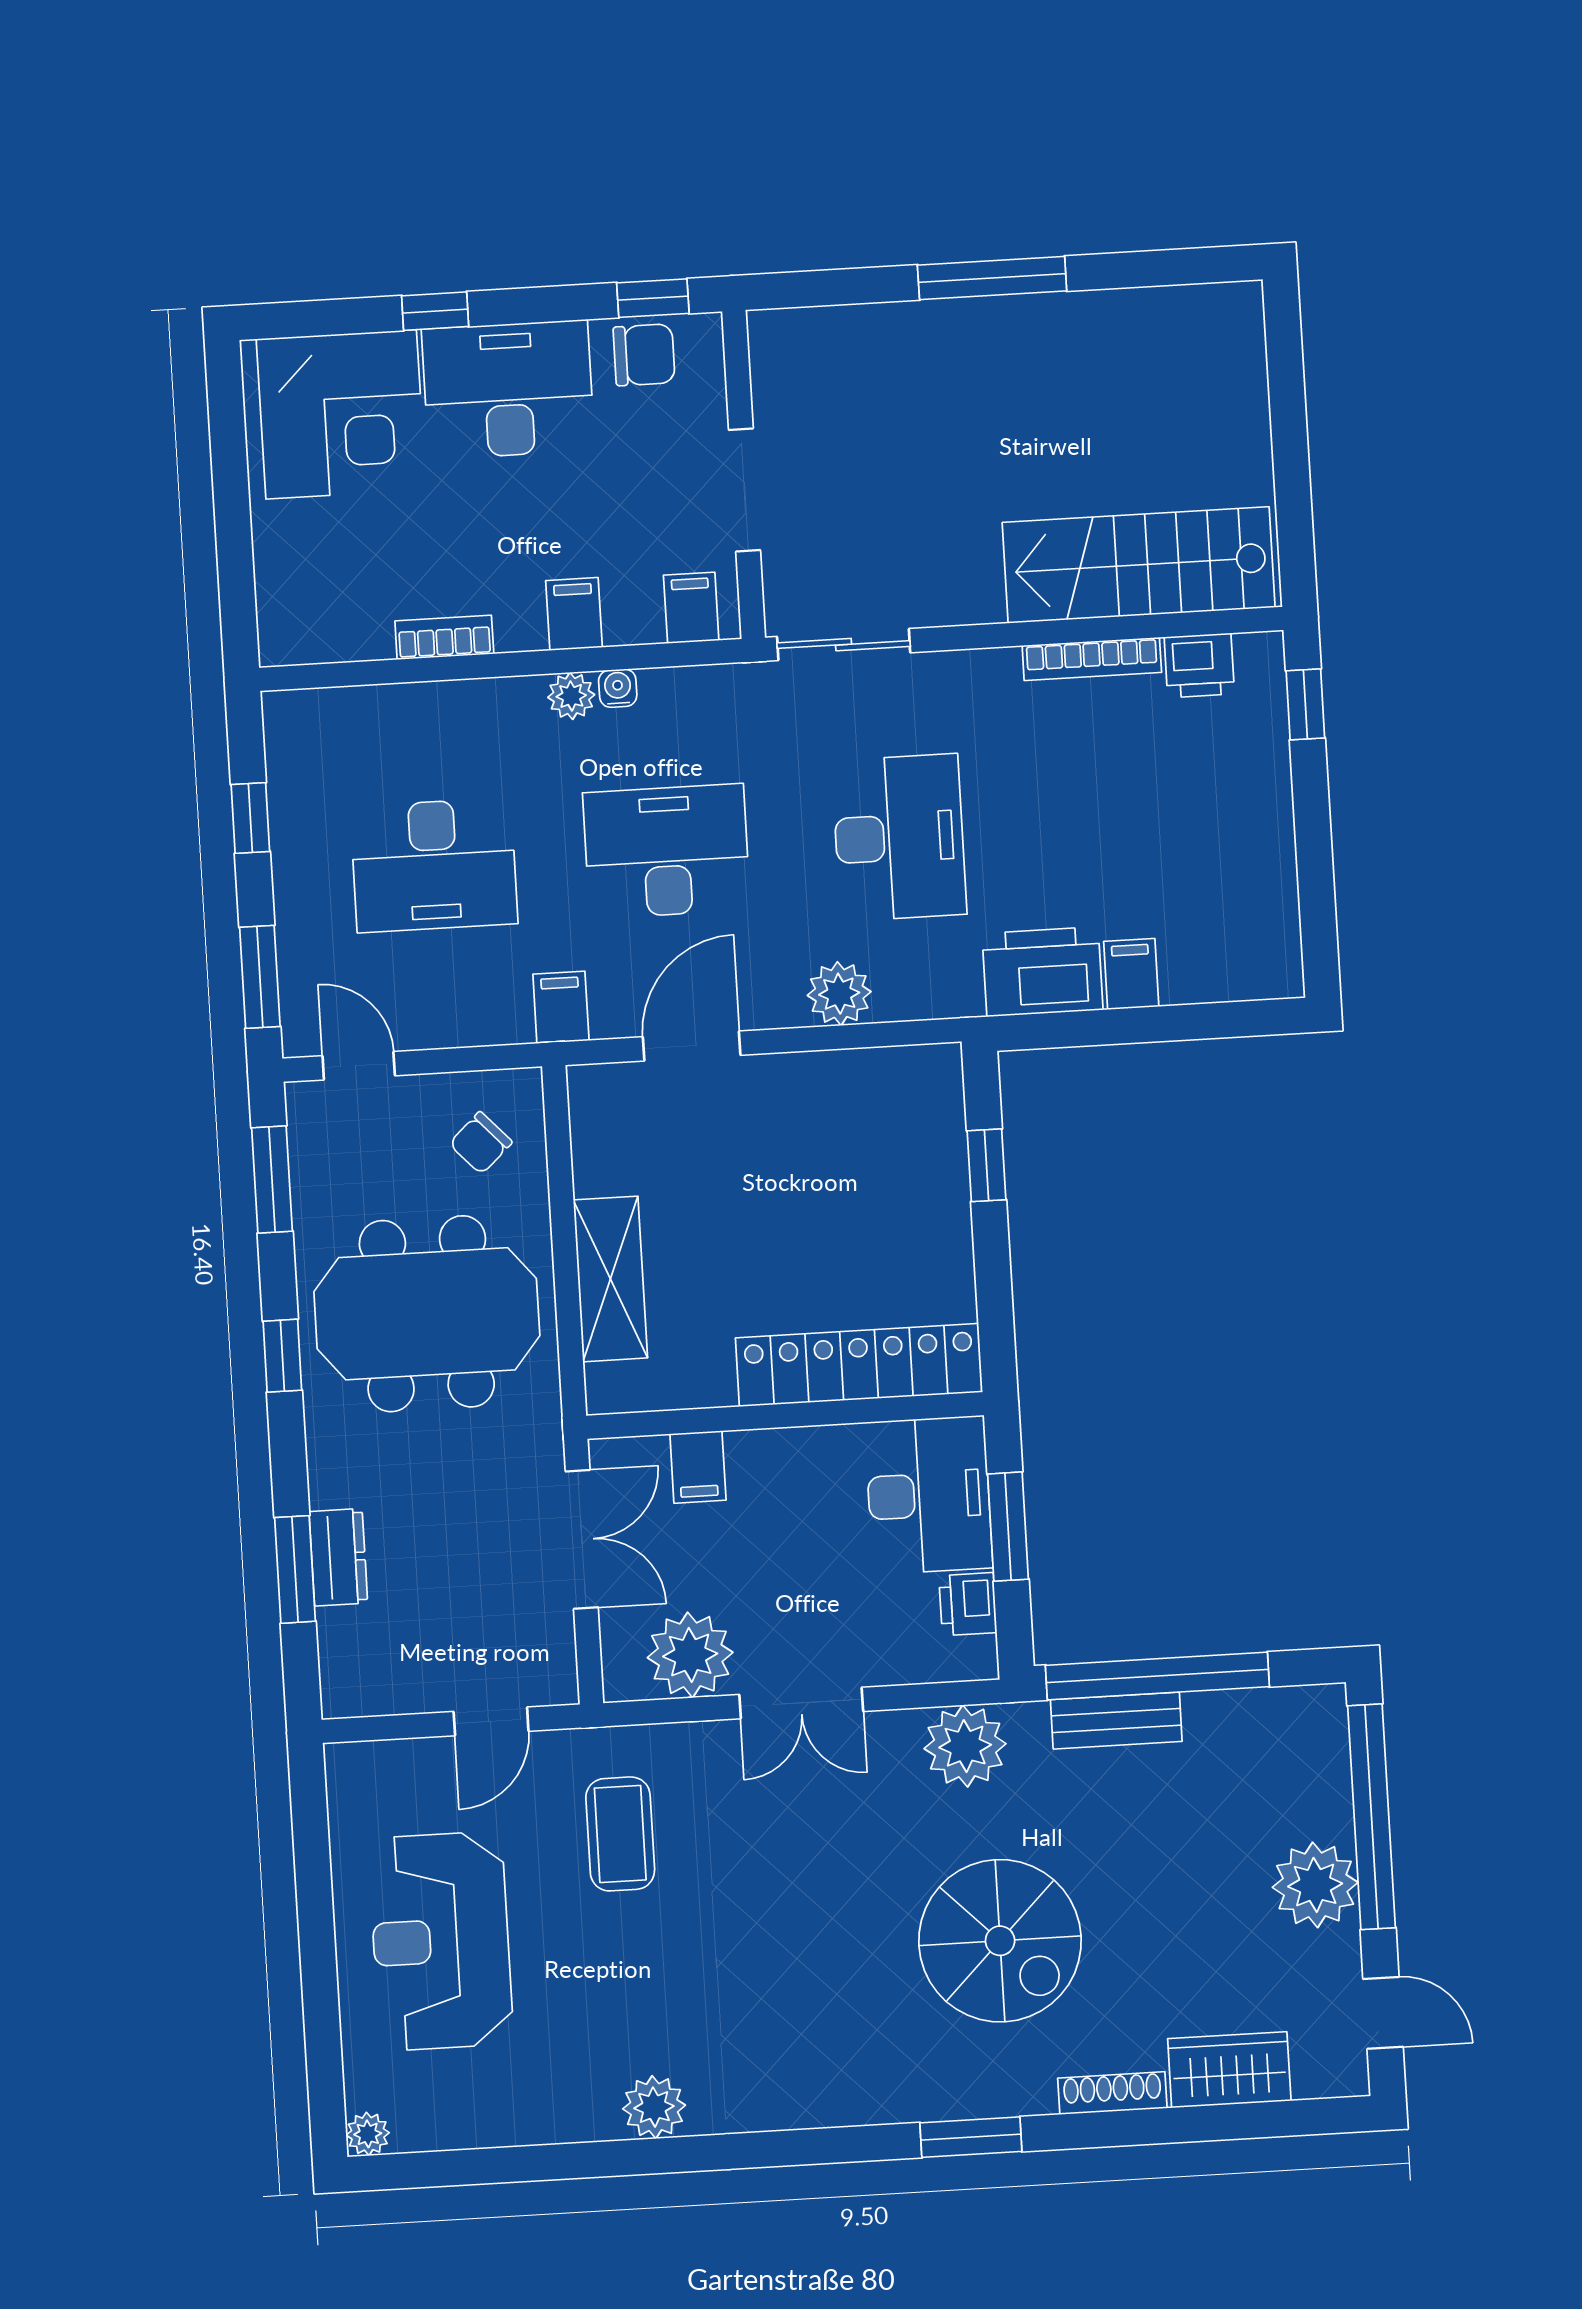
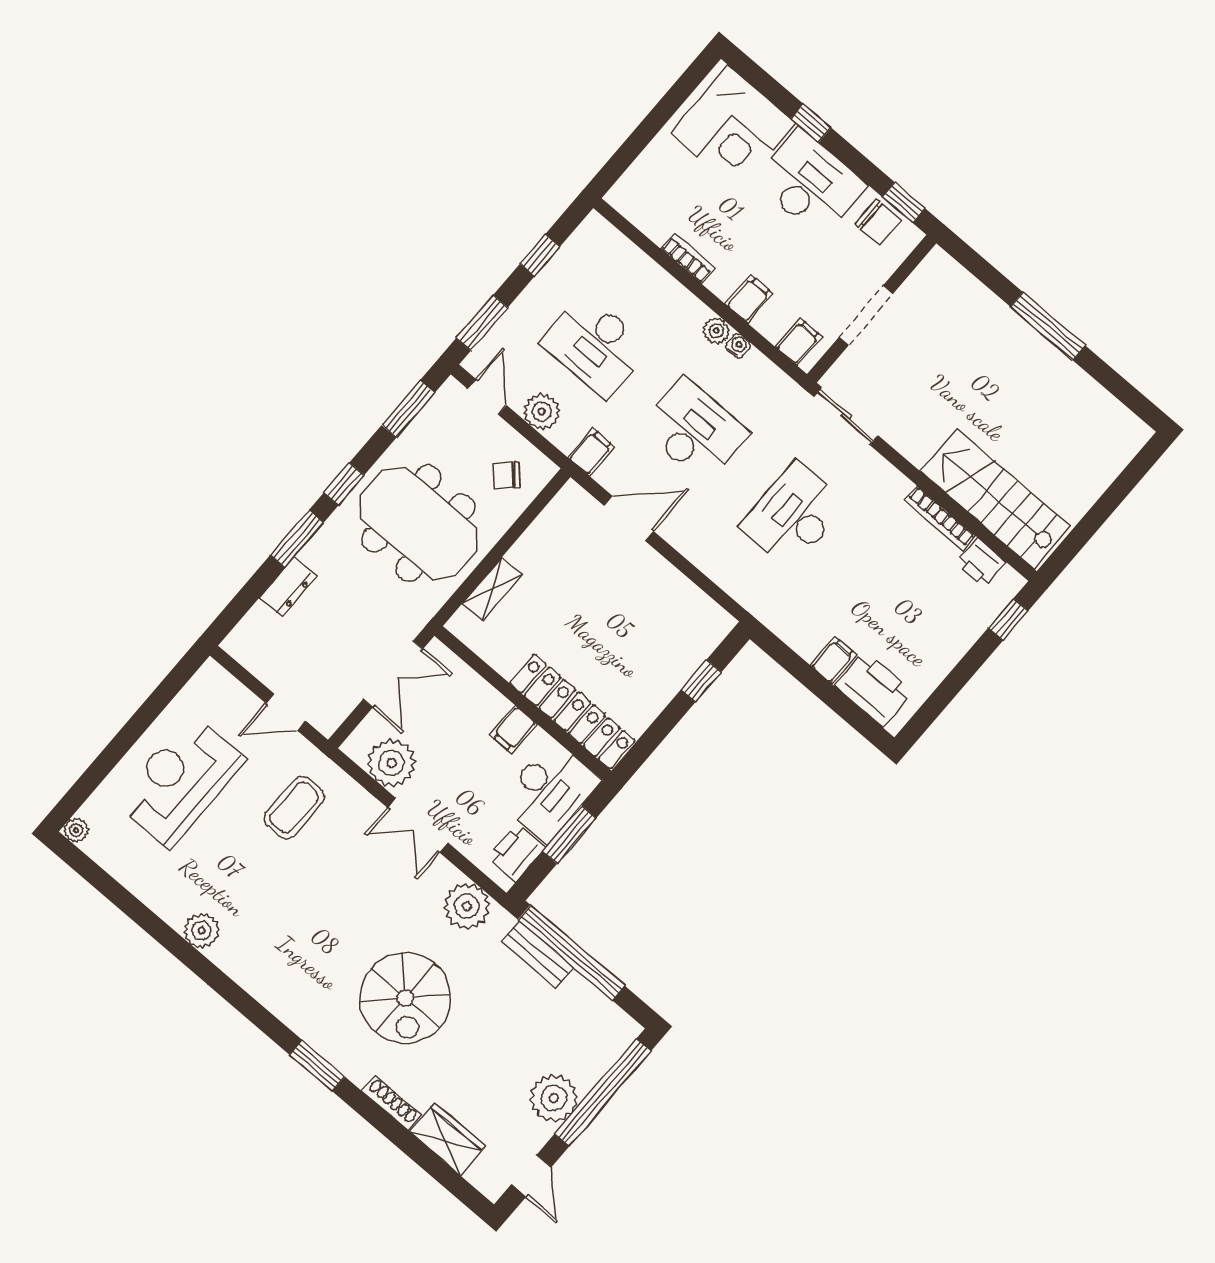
desk: (899, 837) -> (793, 515), turned 180
printer: (1043, 972) -> (874, 689), moved
plant: (839, 994) -> (542, 412), moved
shelving: (610, 1279) -> (492, 589), width x0.67, depth x0.75
filing cabinet: (698, 1467) -> (514, 729), moved
window: (295, 1569) -> (297, 539), moved
printer: (968, 1604) -> (516, 852), width x1.36, depth x1.24

